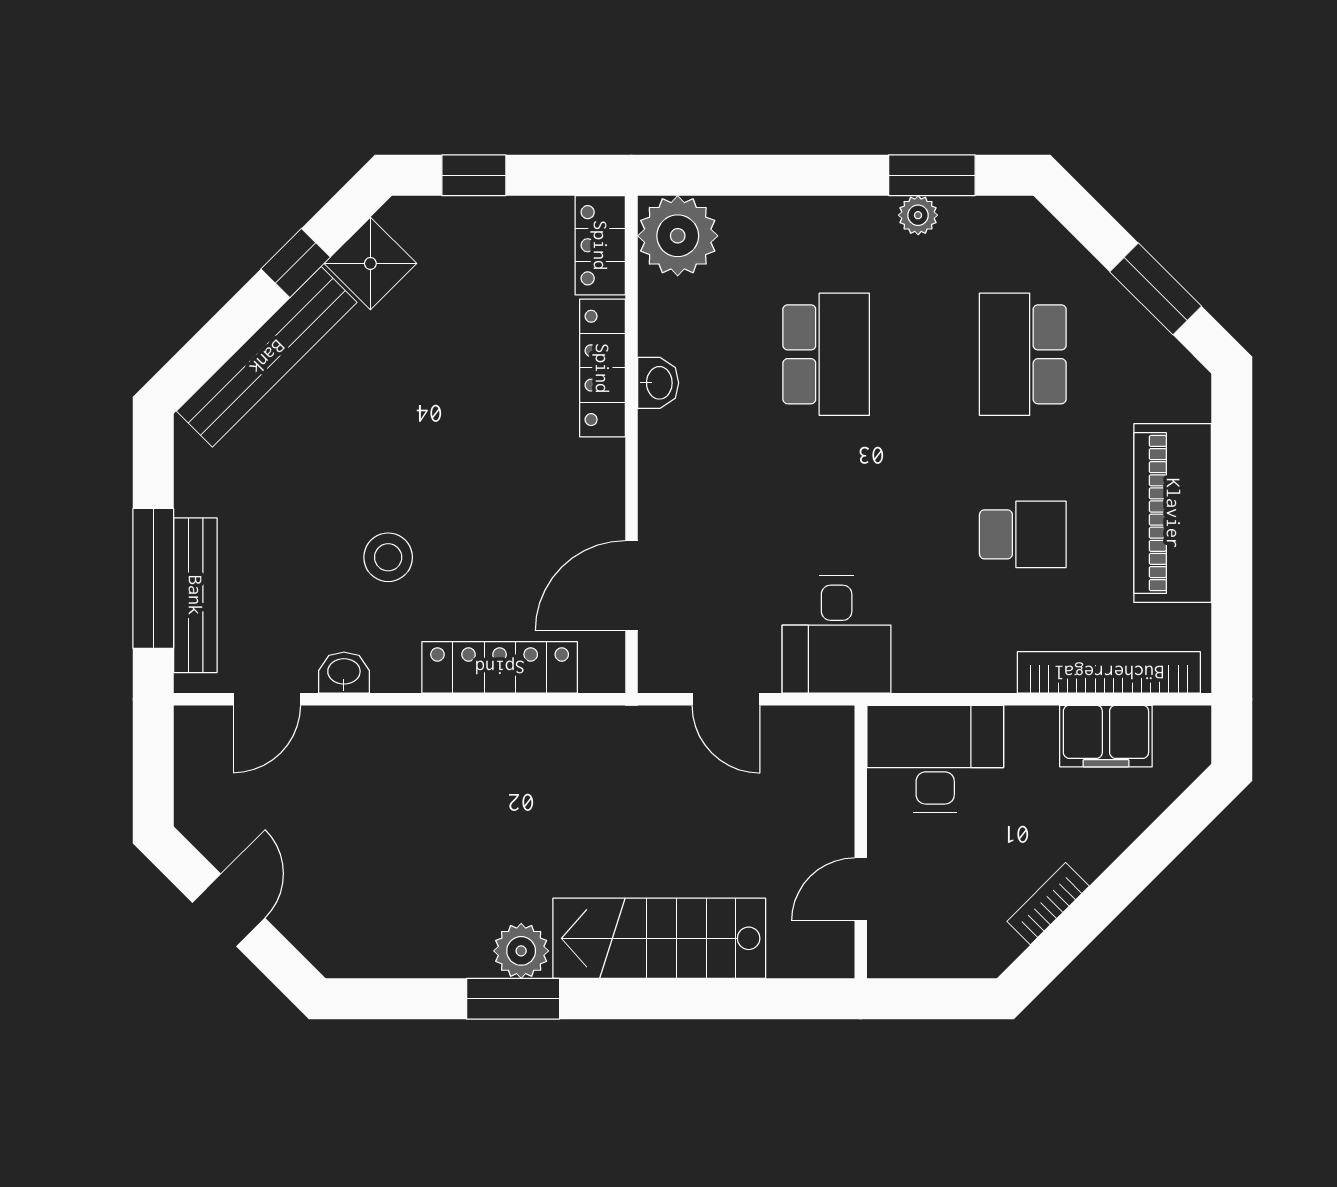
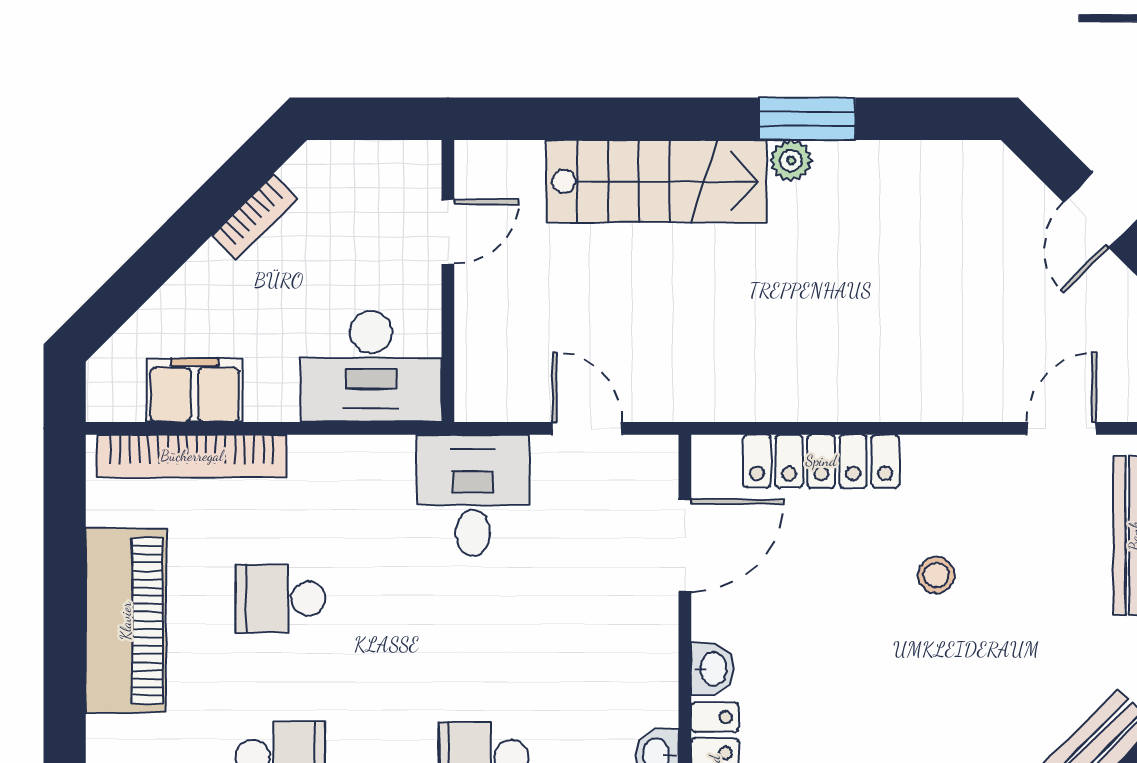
stool: (388, 557) -> (936, 575), width x0.73, depth x0.73
washbasin: (344, 673) -> (712, 669), moved, turned -90
plant: (521, 951) -> (791, 161), width x0.73, depth x0.73

